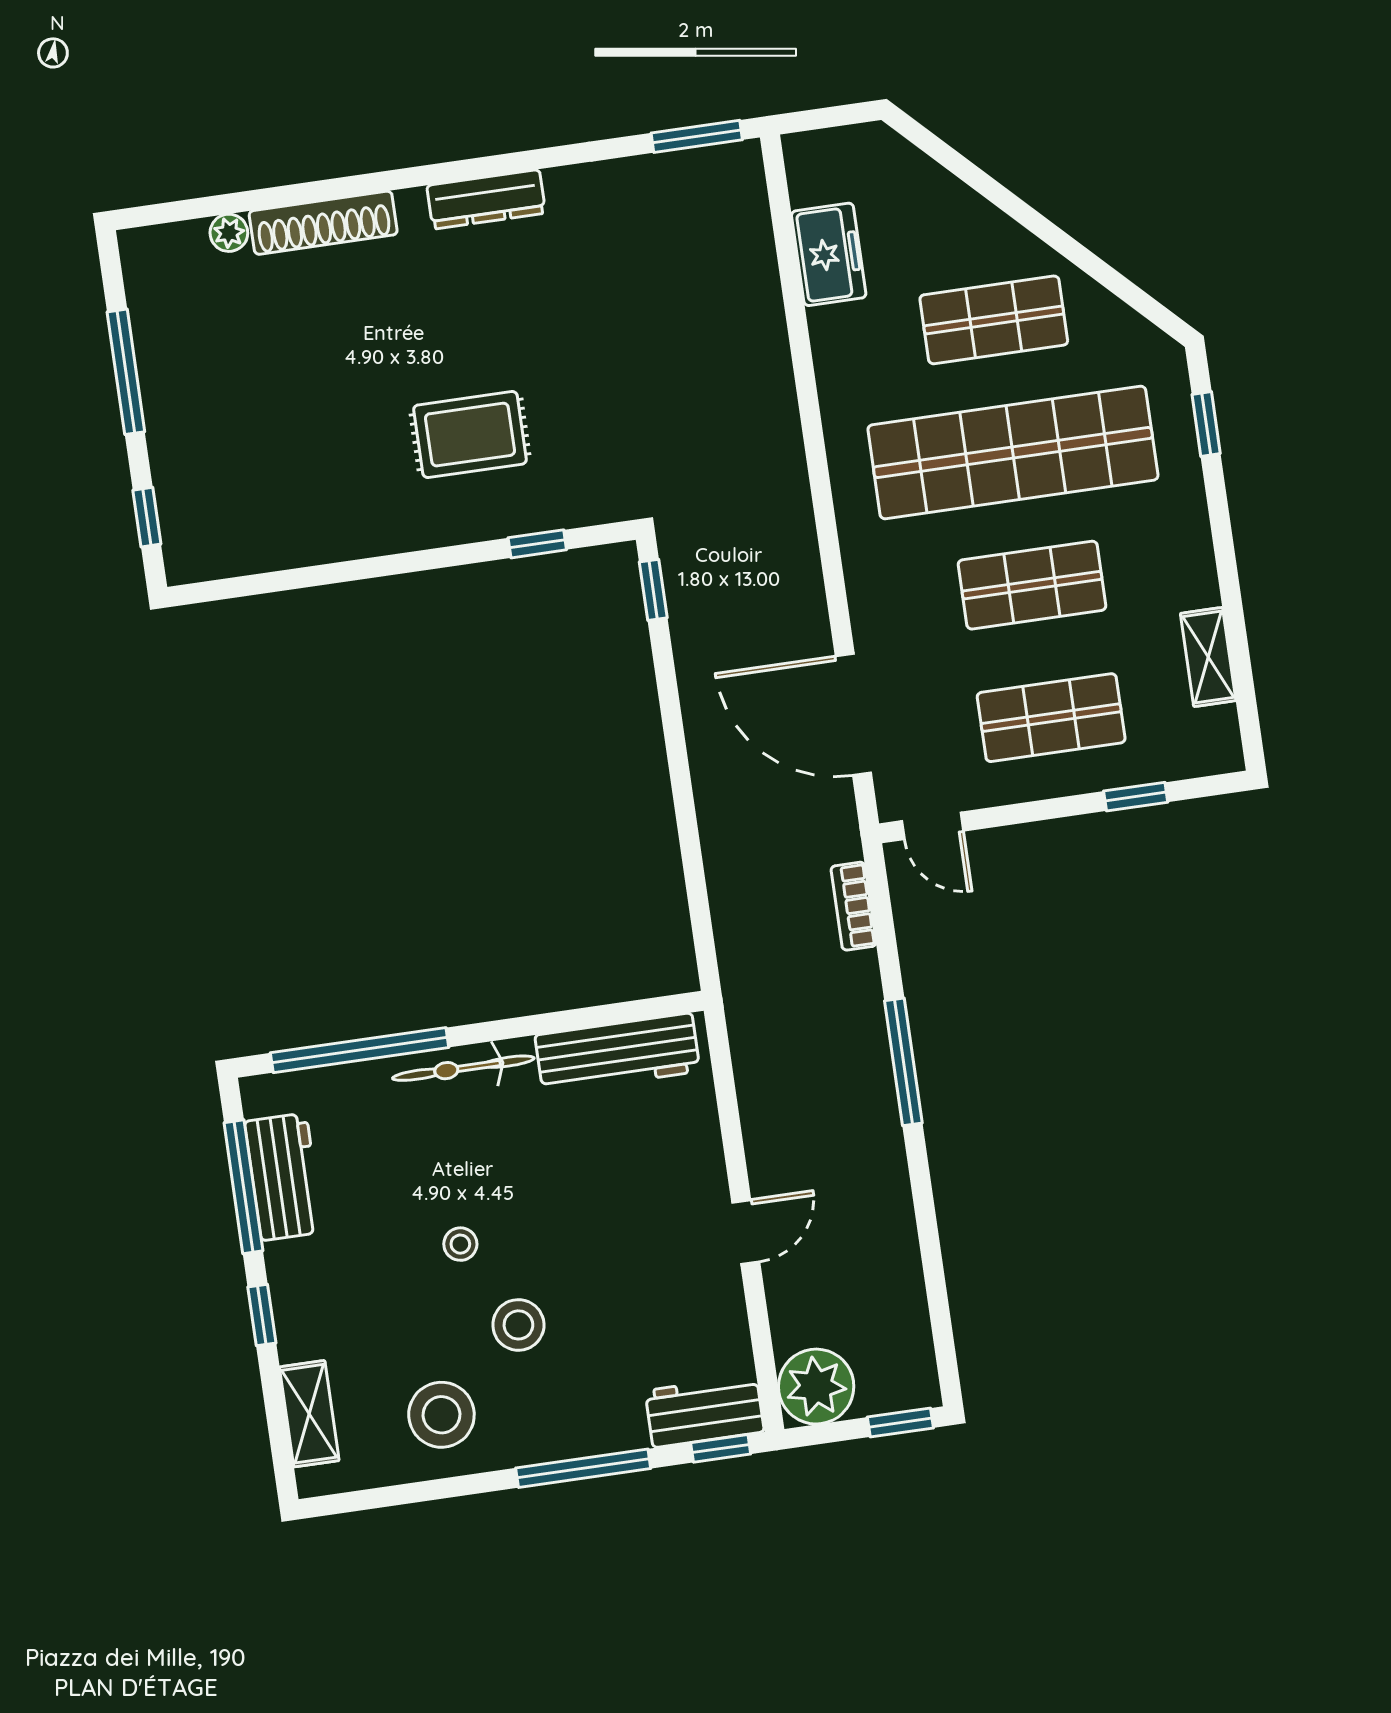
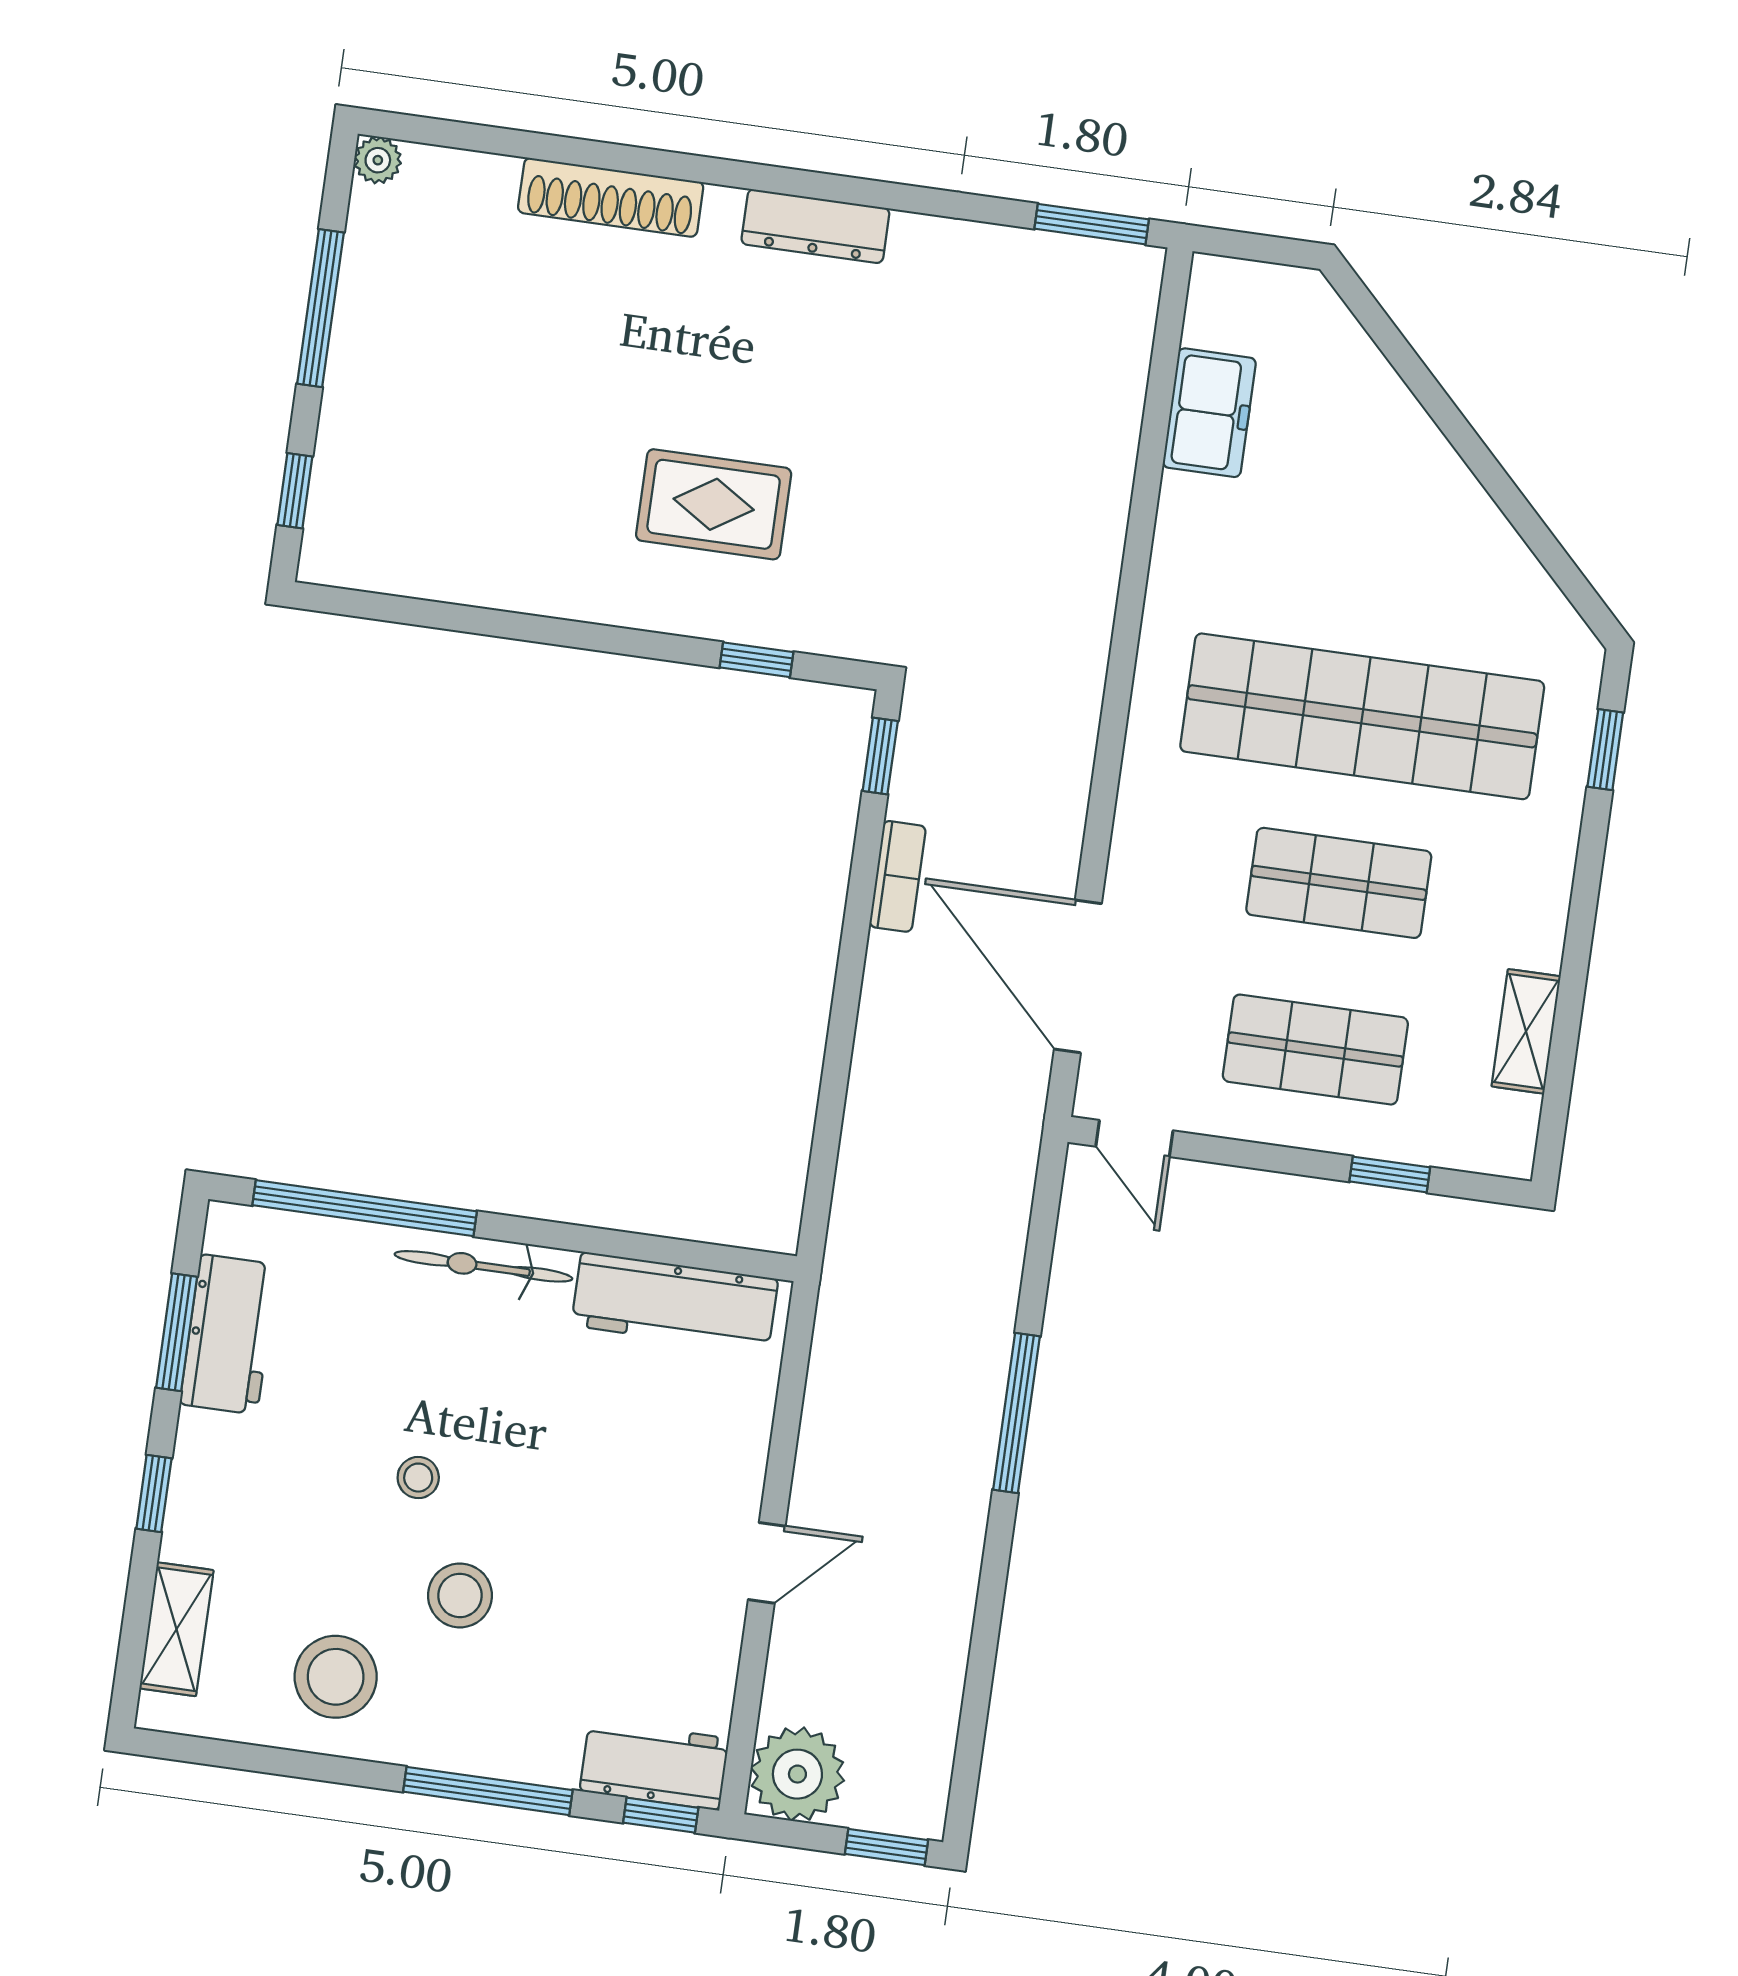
plant: (229, 233) -> (378, 160), moved
shop shelf: (994, 320) -> (1386, 550), removed
bookcase: (854, 906) -> (898, 876), moved, turned 180
window: (243, 1187) -> (177, 1332), width x0.69

